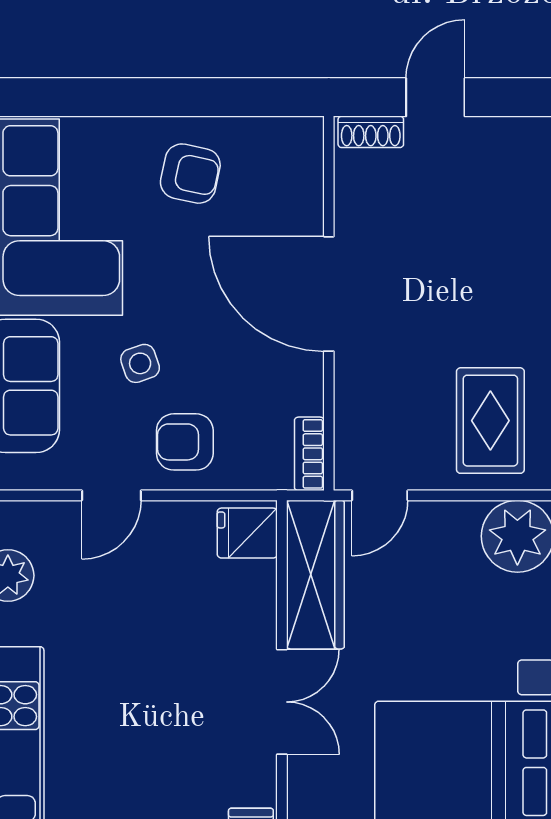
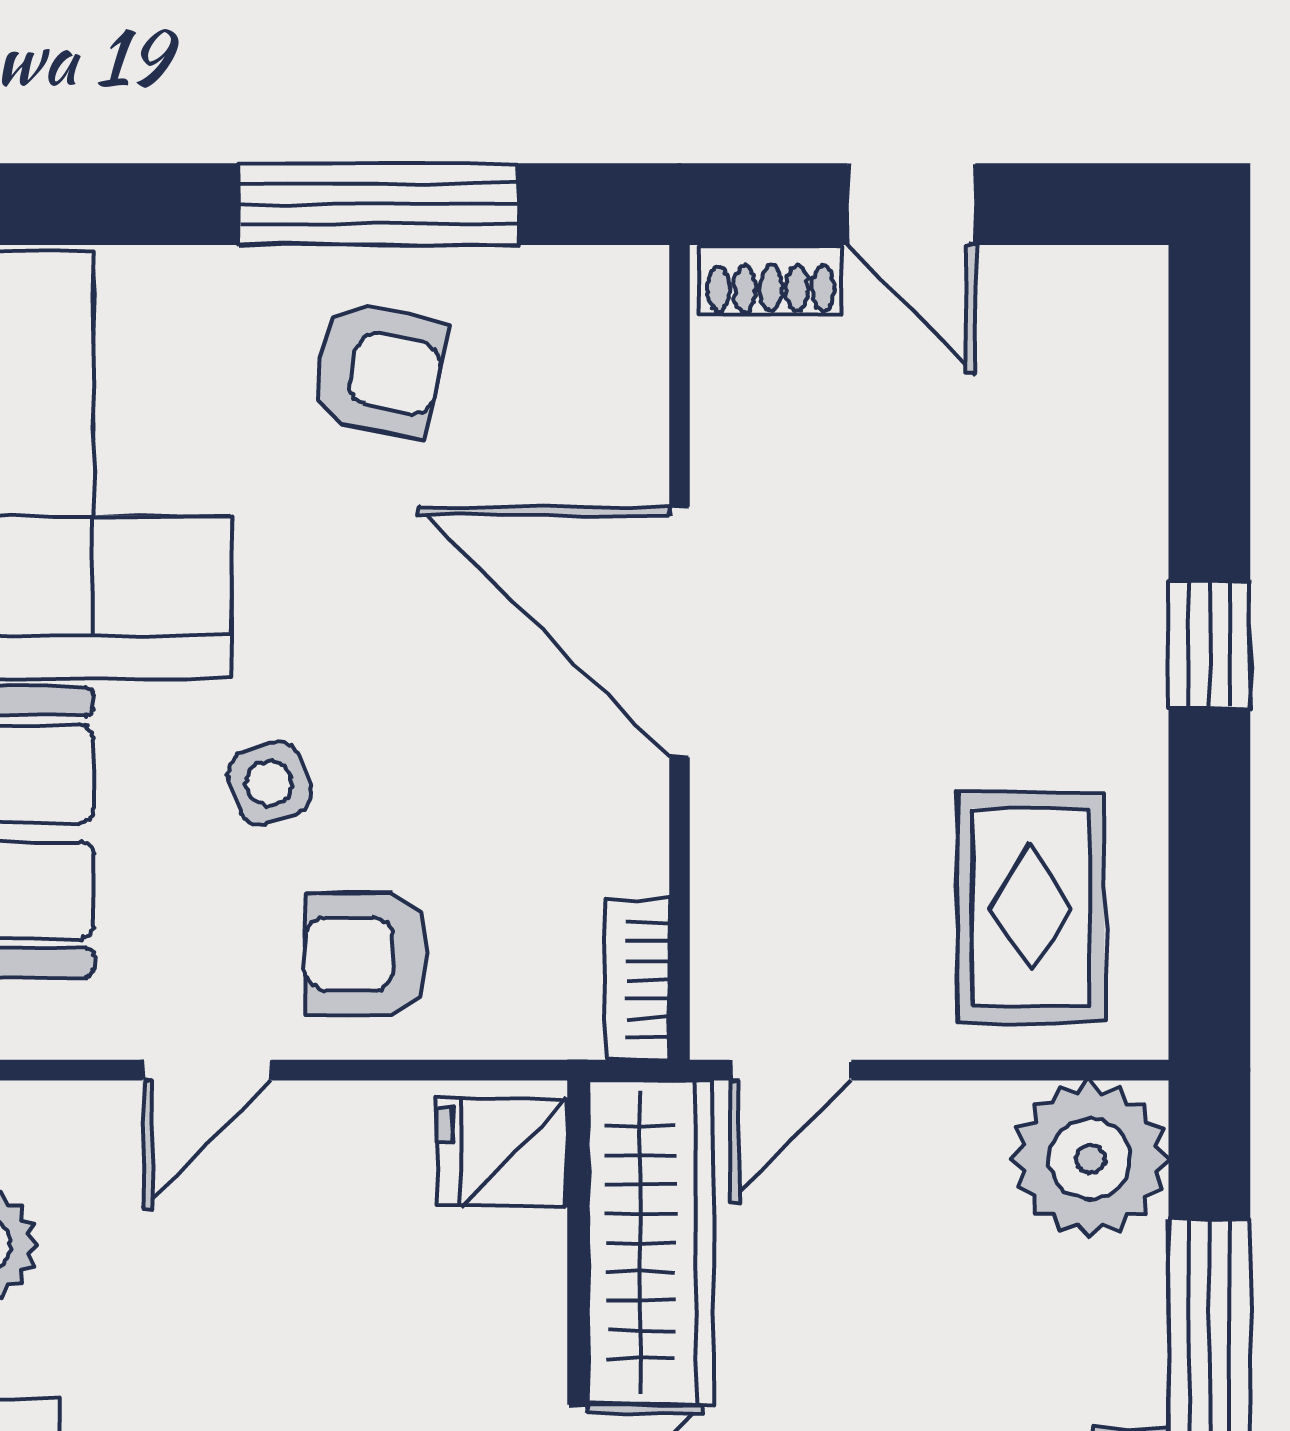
window: (190, 97) -> (379, 204), added
door: (435, 97) -> (911, 204), swing flipped

